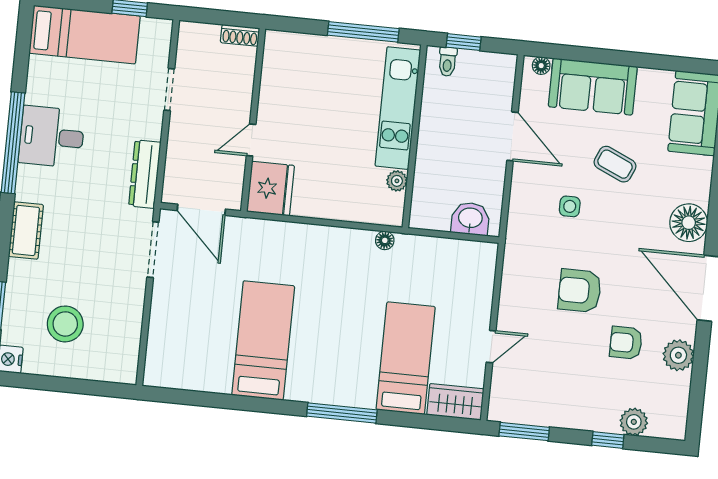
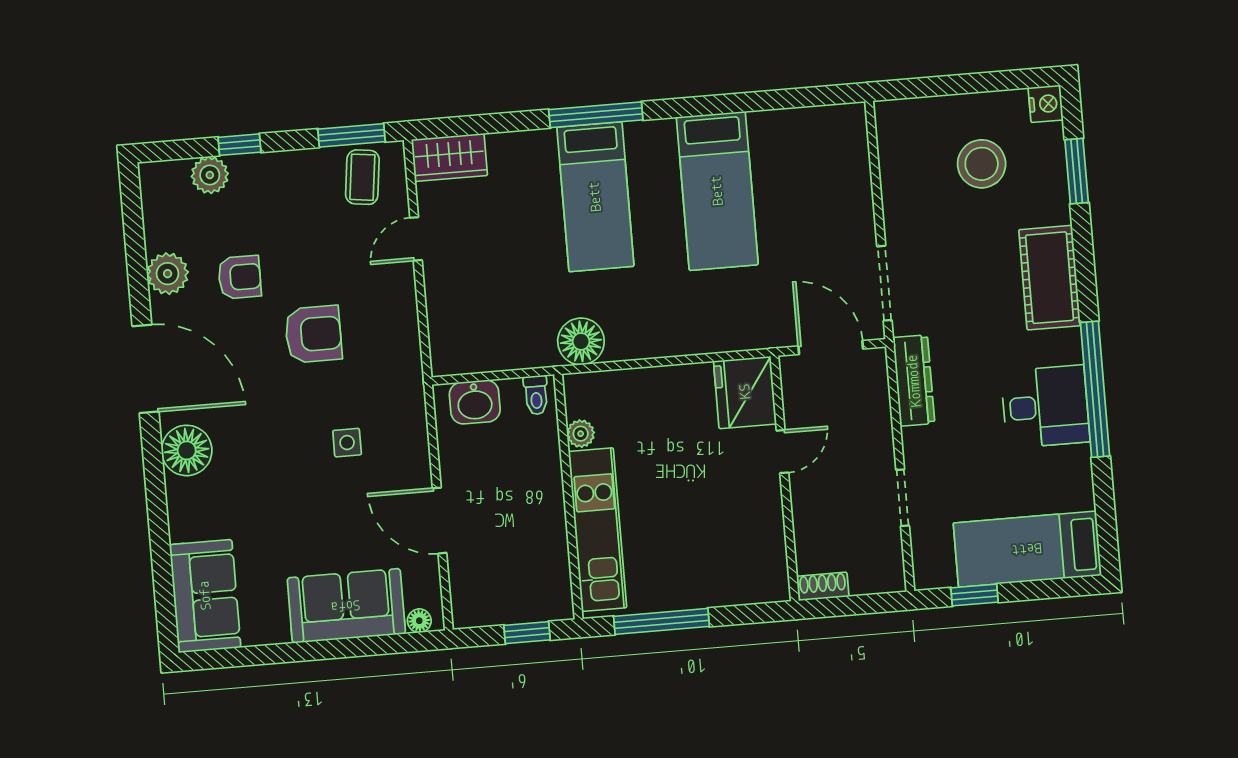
toilet: (448, 62) -> (536, 395), moved, turned 180
coffee table: (615, 164) -> (362, 177), moved, turned 73
cot: (26, 230) -> (1050, 278), width x1.37, depth x1.34
floor lamp: (385, 240) -> (581, 341), width x1.89, depth x1.89
bed: (406, 358) -> (595, 197), moved

